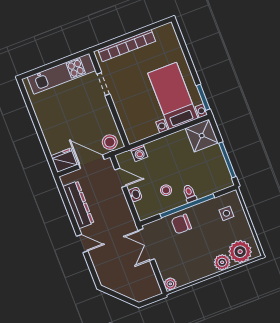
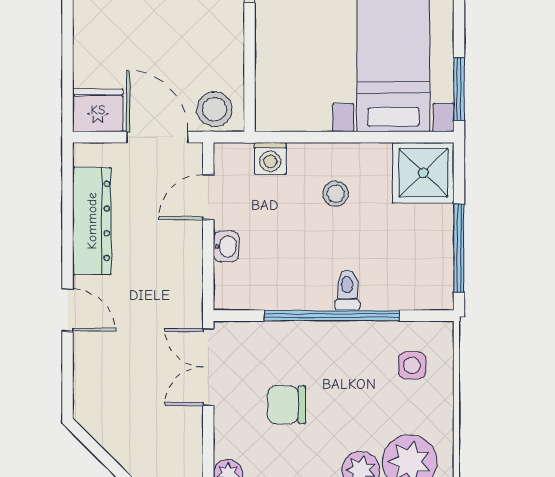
door: (121, 178) -> (208, 197), swing flipped
stool: (166, 190) -> (336, 194), moved
chair: (181, 224) -> (287, 405), moved

